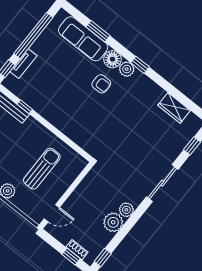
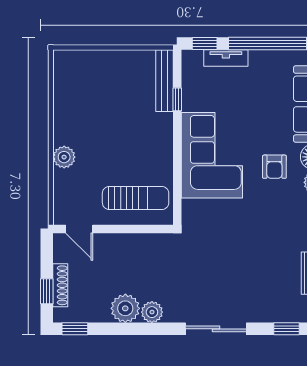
corner sofa: (69, 112) -> (212, 155), added
sun lounger: (42, 169) -> (136, 198), moved
shoe rack: (77, 250) -> (60, 285), width x1.43

